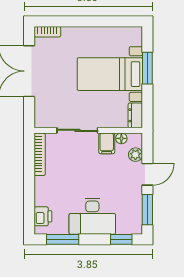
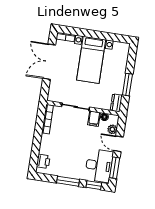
window: (147, 68) -> (127, 85), moved
bed with nightstands: (110, 74) -> (91, 60), moved, turned -90
door: (147, 174) -> (118, 144), swing flipped
desk: (92, 216) -> (99, 166), moved, turned -90
window: (63, 239) -> (68, 181), moved

